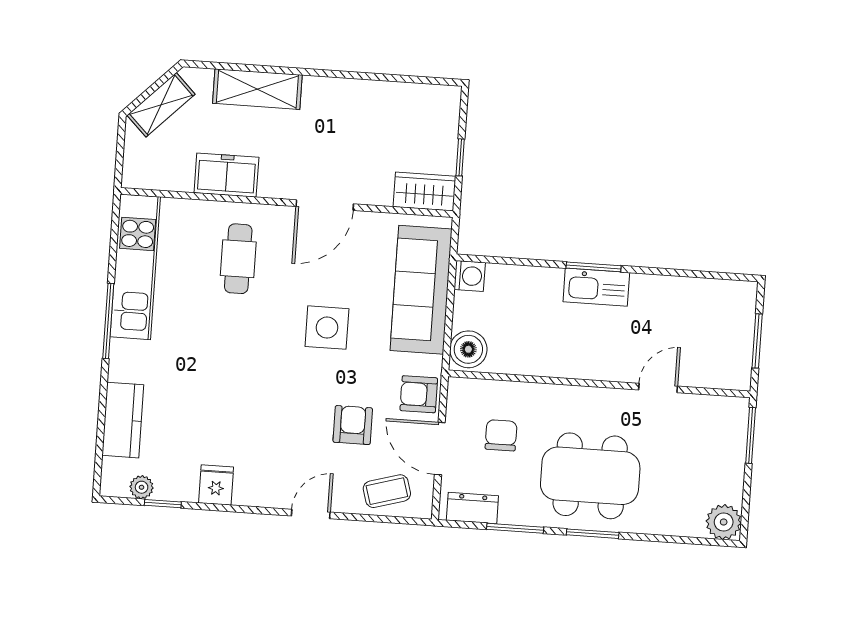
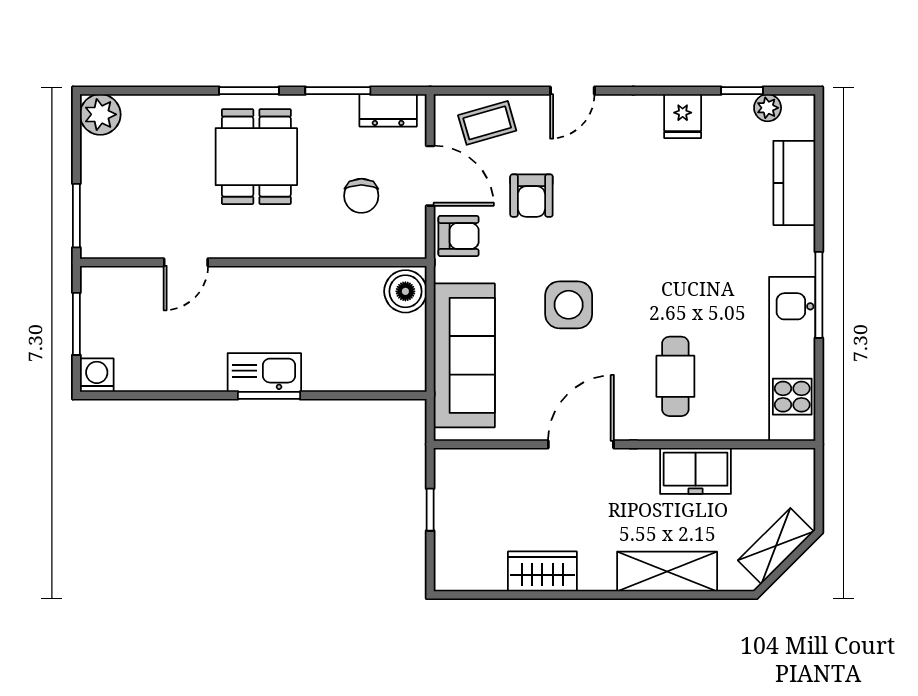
wardrobe: (424, 192) -> (542, 571), moved, turned 180
washing machine: (470, 276) -> (97, 375), moved, turned 90
dining table: (590, 476) -> (256, 157), width x0.73

